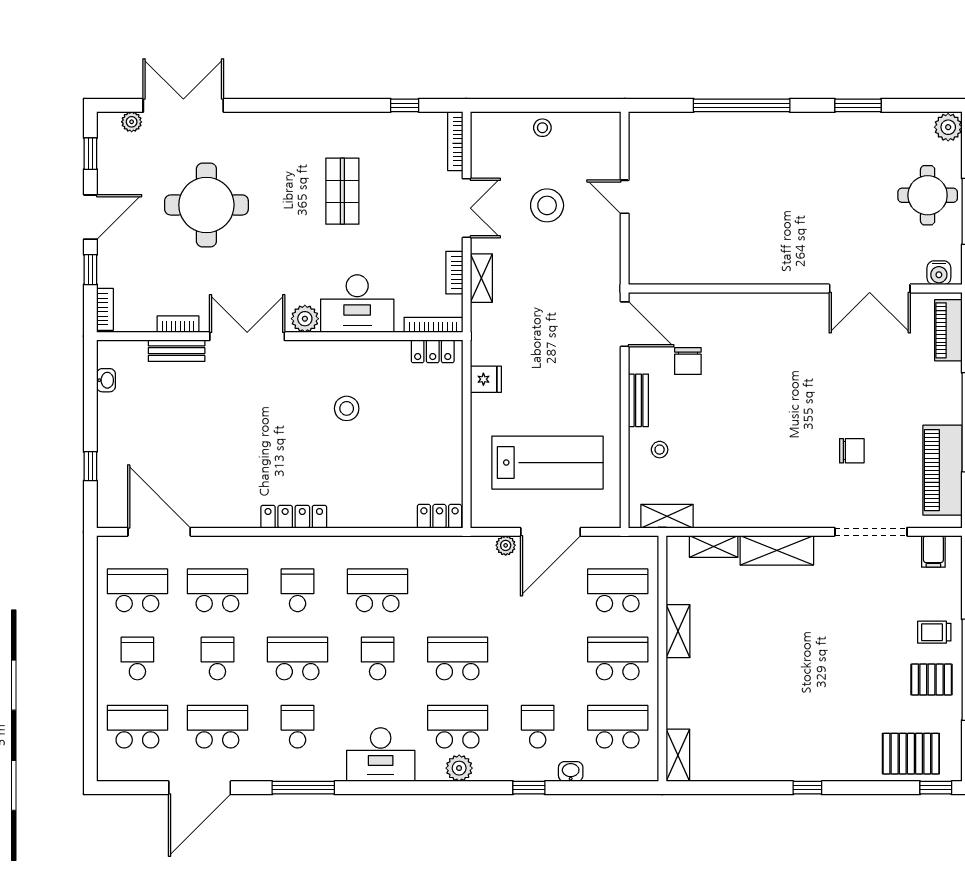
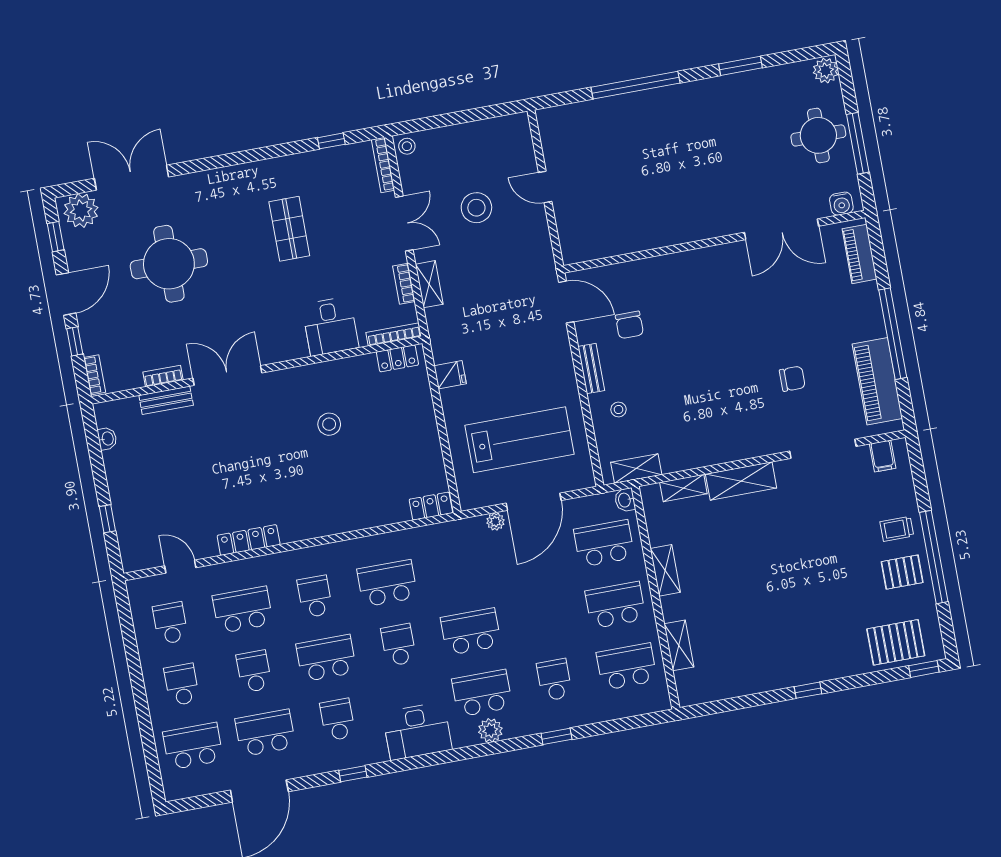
plant: (132, 122) -> (81, 210), width x1.88, depth x1.88
stool: (542, 128) -> (407, 146), moved
desk: (357, 304) -> (330, 326), width x0.73
plant: (305, 319) -> (277, 350), removed
locker: (294, 517) -> (249, 540), moved
door: (159, 532) -> (180, 567), width x0.53
school desk: (137, 590) -> (170, 623), width x0.54
shelving: (678, 755) -> (679, 645), moved
washbasin: (571, 772) -> (625, 500), moved, turned -90
window: (303, 788) -> (353, 774), width x0.46

